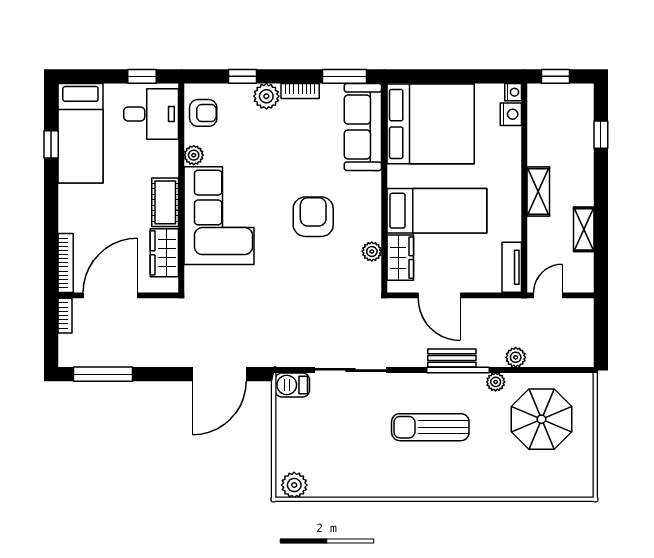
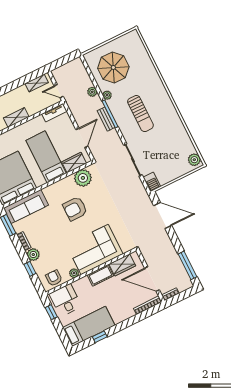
shelving: (584, 229) -> (37, 83), moved
plant: (372, 251) -> (83, 178), width x1.88, depth x1.88

